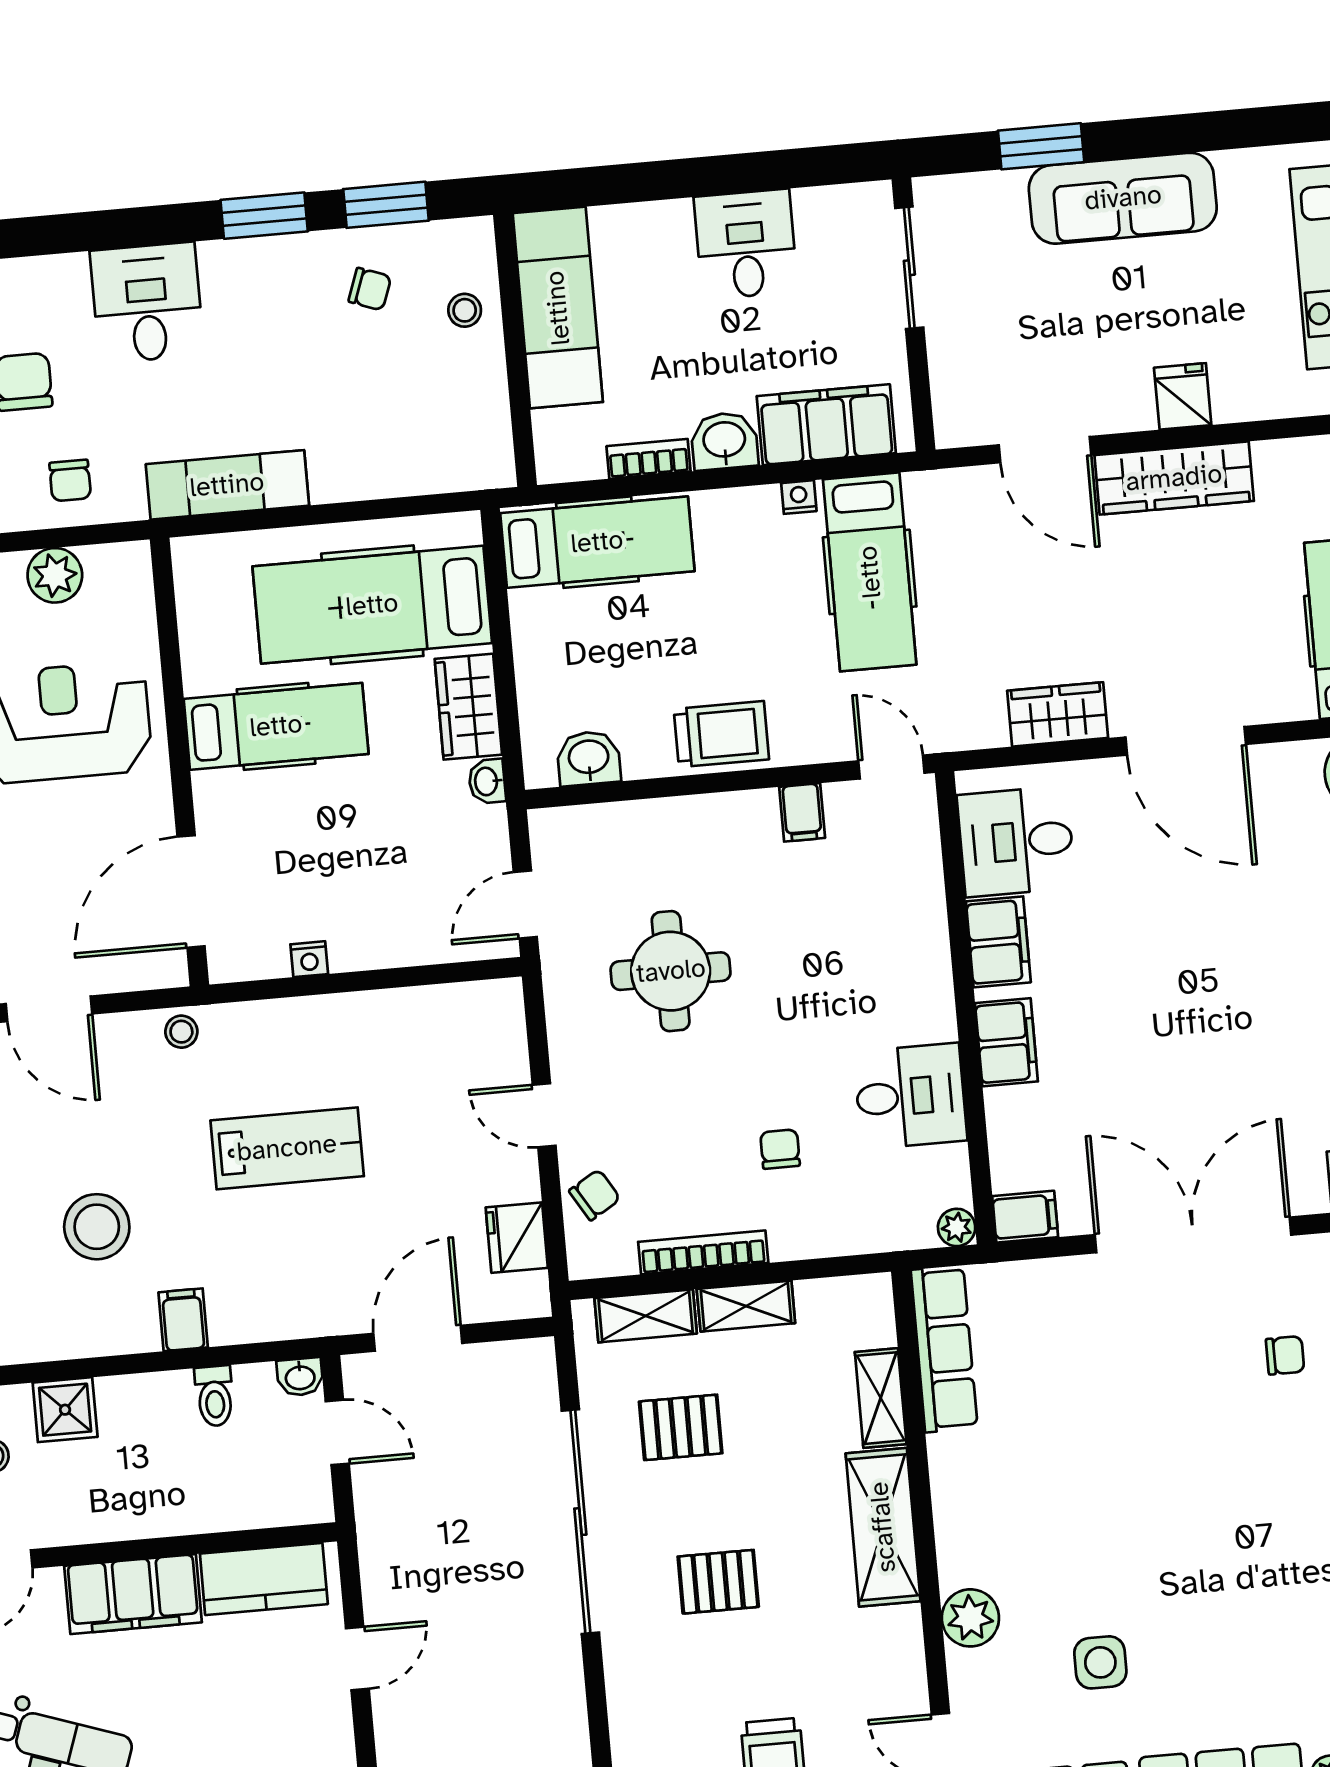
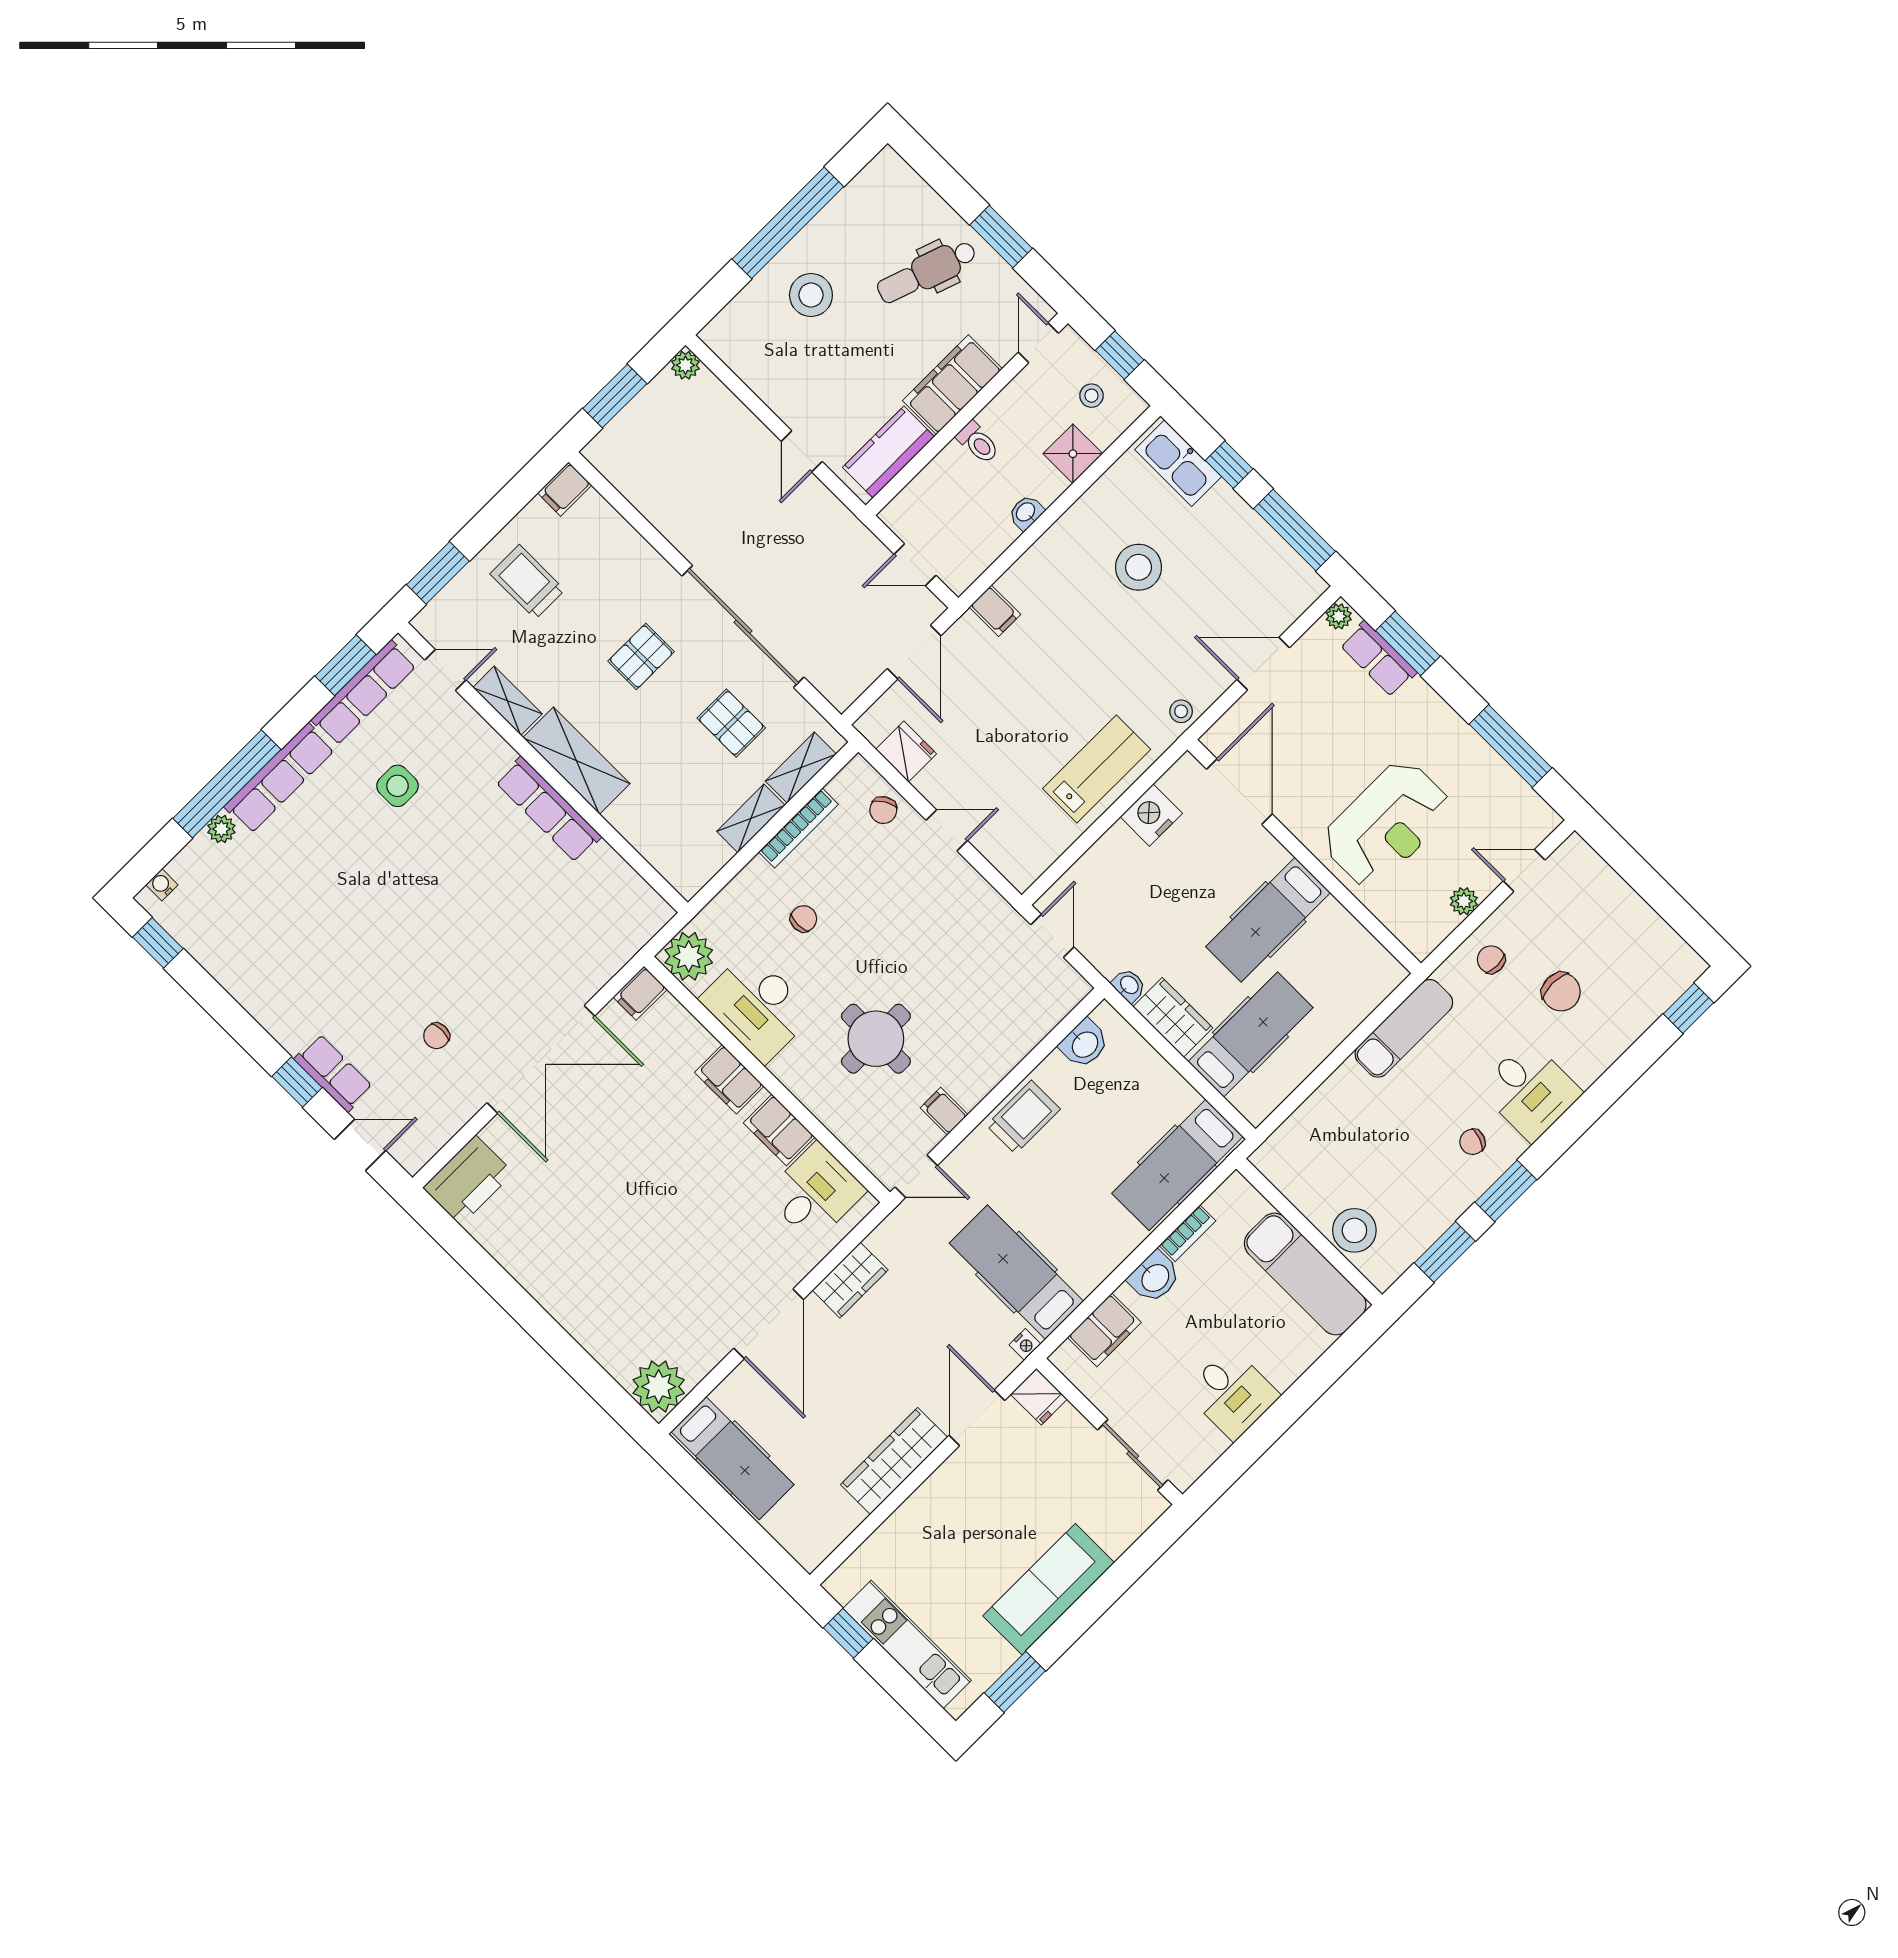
window: (1041, 146) -> (1015, 1682), moved
chair: (370, 289) -> (1472, 1142), moved
stool: (465, 310) -> (1354, 1230), width x1.89, depth x1.89
fridge: (1183, 396) -> (1039, 1397), moved
filing cabinet: (826, 425) -> (1104, 1330), width x0.67, depth x0.86
door: (1045, 450) -> (977, 1418), hinge flipped
nightstand: (799, 497) -> (1025, 1344), moved
plant: (55, 575) -> (1464, 901), width x0.73, depth x0.73
hospital bed: (372, 605) -> (1251, 1035), width x0.73, depth x0.78
trolley: (721, 734) -> (1023, 1117), turned 180
door: (1186, 741) -> (769, 1324), swing flipped
nightstand: (309, 959) -> (1151, 815), width x1.89, depth x1.79
round table: (671, 971) -> (876, 1039), moved
desk: (910, 1096) -> (757, 1007), width x1.37
lab bench: (287, 1148) -> (1097, 769), moved, turned 180
chair: (780, 1149) -> (804, 919), turned -90
plant: (957, 1227) -> (689, 956), width x1.87, depth x1.87
filing cabinet: (183, 1320) -> (995, 611), moved
row of seats: (944, 1349) -> (548, 809), moved
washbasin: (300, 1377) -> (1026, 512), moved
toilet: (215, 1396) -> (978, 442), moved, turned 180
shelving: (881, 1398) -> (507, 701), moved
pallet: (681, 1427) -> (731, 723), turned 90
plant: (970, 1618) -> (488, 751), removed

